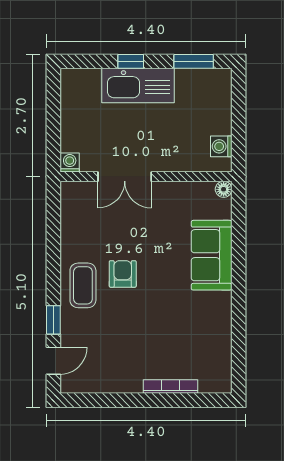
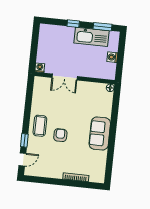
kitchen sink: (138, 85) -> (92, 37), moved
washing machine: (221, 146) -> (112, 57), moved
sofa: (212, 255) -> (100, 134), moved
armchair: (123, 274) -> (60, 135), moved

